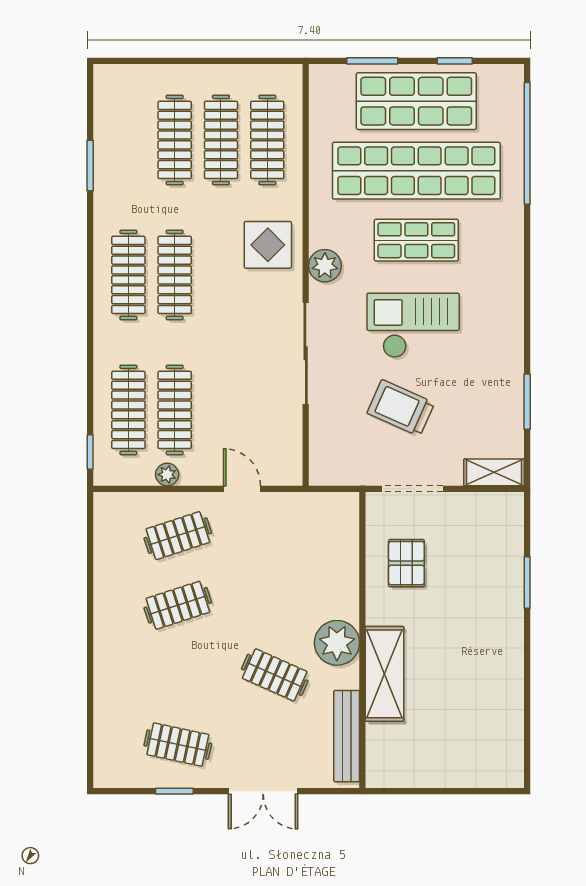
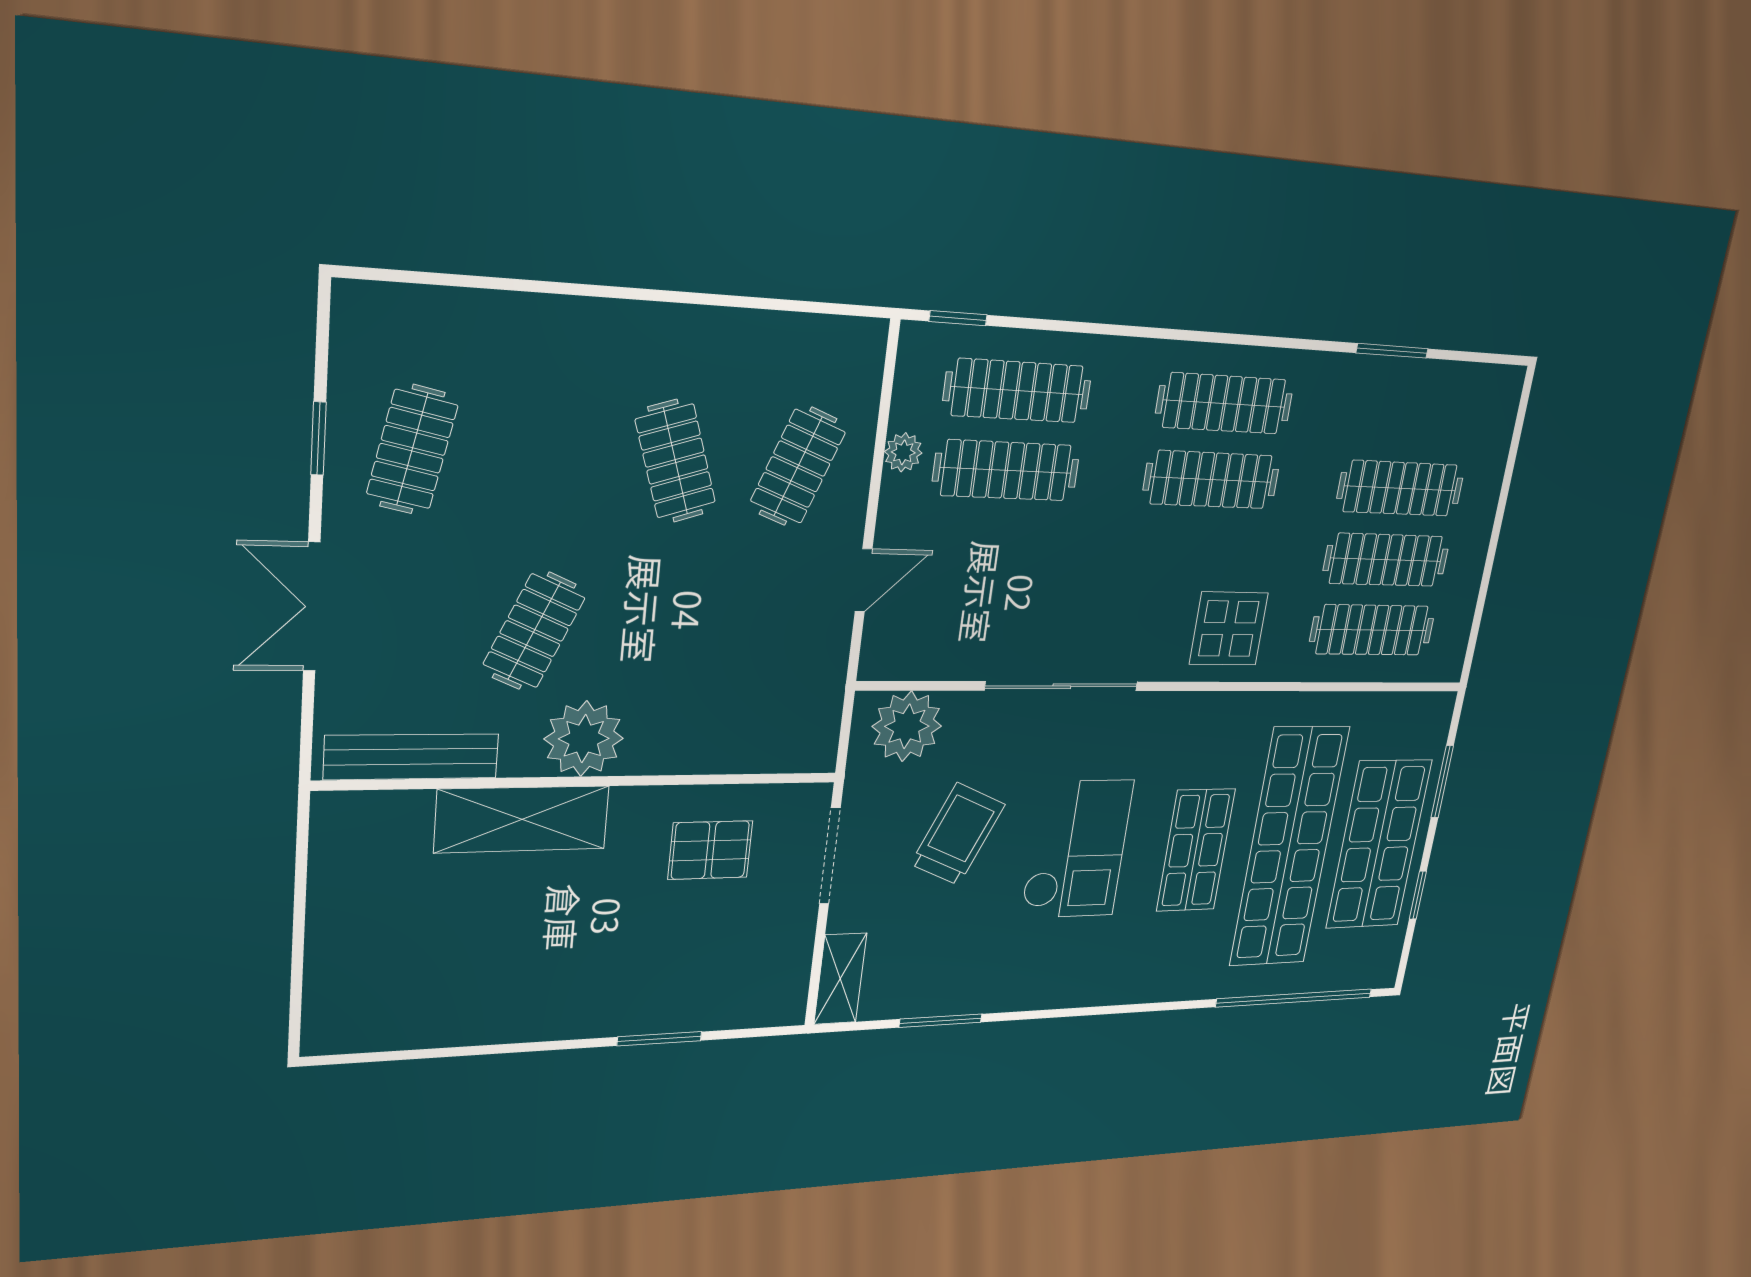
plant: (325, 266) -> (907, 726), moved, width x1.36, depth x1.36
clothes rail: (178, 536) -> (798, 466), turned 39

